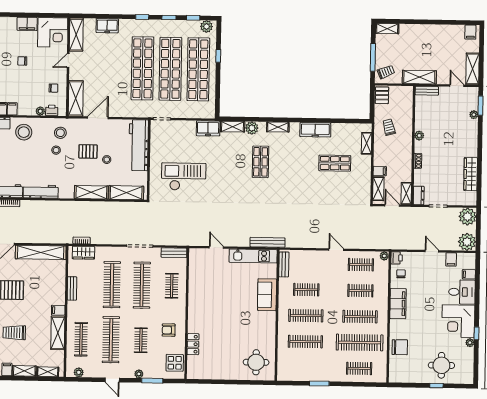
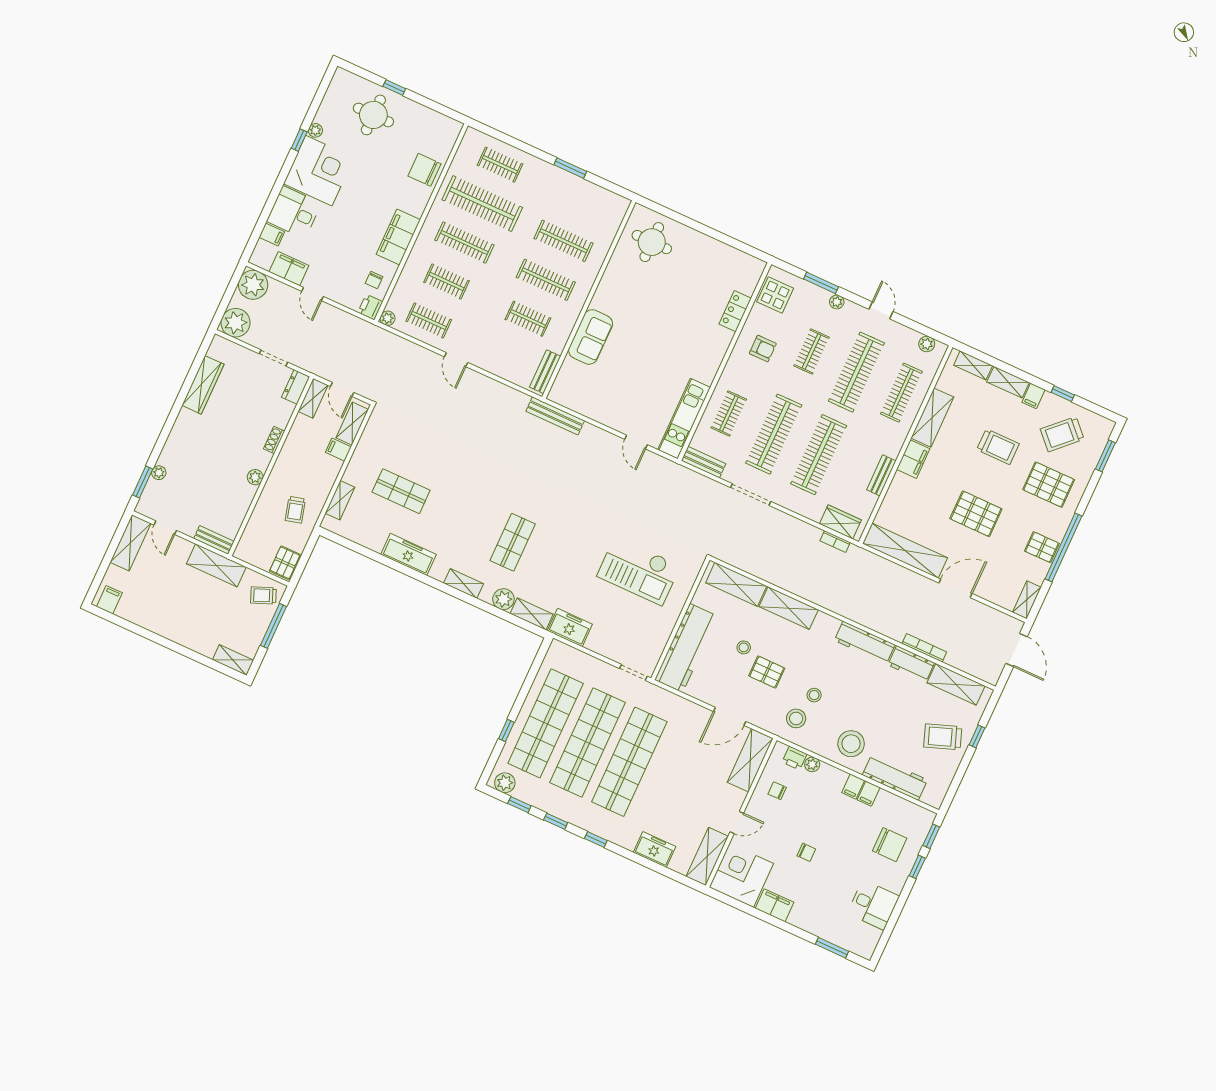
kitchen unit: (253, 256) -> (684, 419), moved, turned -90
filing cabinet: (451, 259) -> (289, 269), width x2.00
filing cabinet: (58, 310) -> (913, 459), width x2.00

